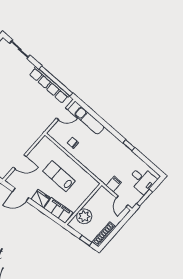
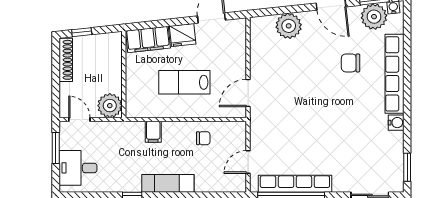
exam couch: (89, 121) -> (168, 183), moved
door: (20, 162) -> (248, 93), moved
lab bench: (59, 176) -> (184, 82), turned 180
filing cabinet: (114, 184) -> (153, 132), moved
plant: (84, 216) -> (110, 106), moved

